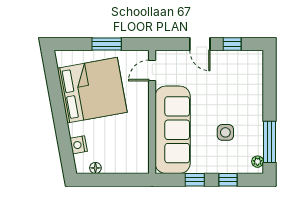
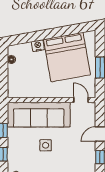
side table: (225, 132) -> (46, 145), moved
nightstand: (79, 145) -> (38, 46), moved

